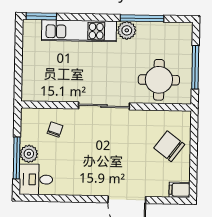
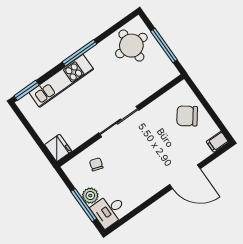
window: (142, 18) -> (79, 53), moved
plant: (127, 30) -> (95, 55), removed
round table: (159, 80) -> (131, 46), moved
fridge: (32, 89) -> (58, 148), added

